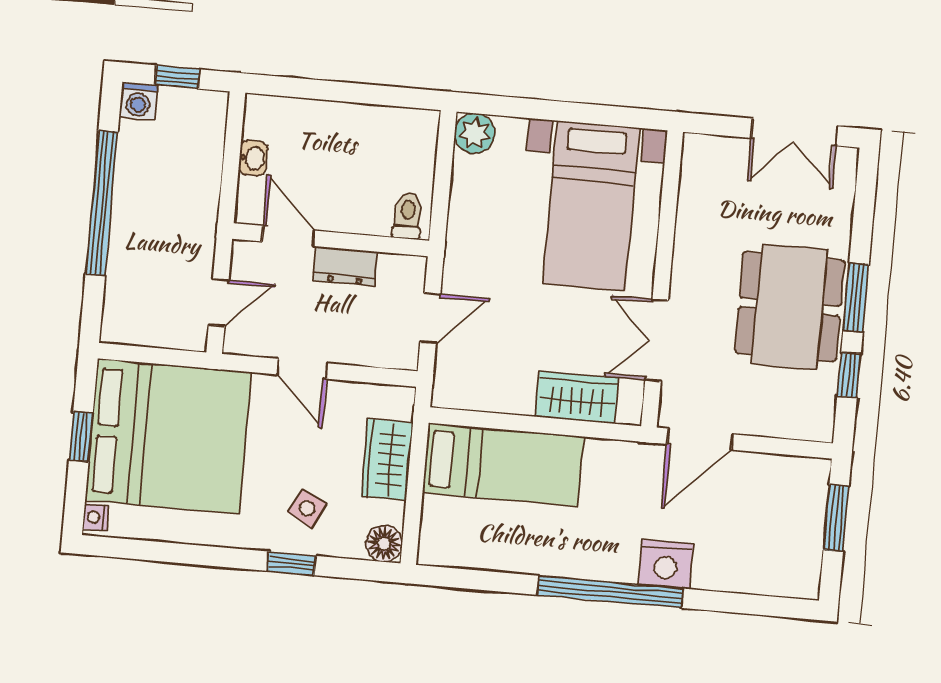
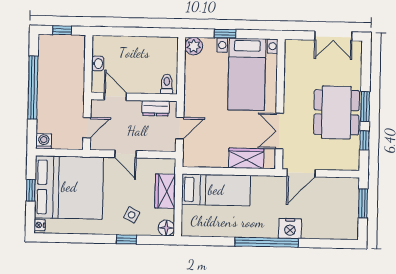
washing machine: (138, 101) -> (44, 141), moved, turned 180
window: (548, 110) -> (225, 34), added
dresser: (346, 266) -> (156, 108), moved

